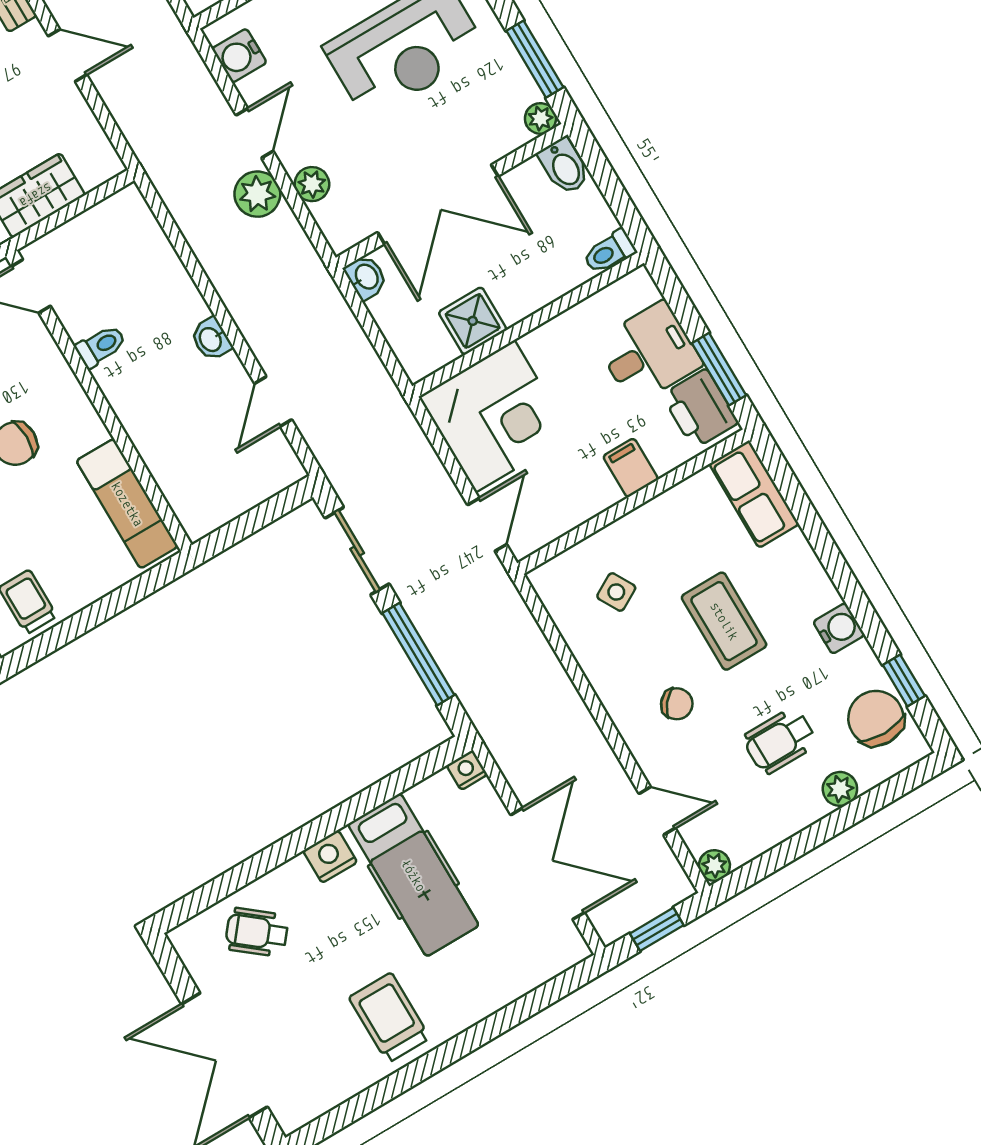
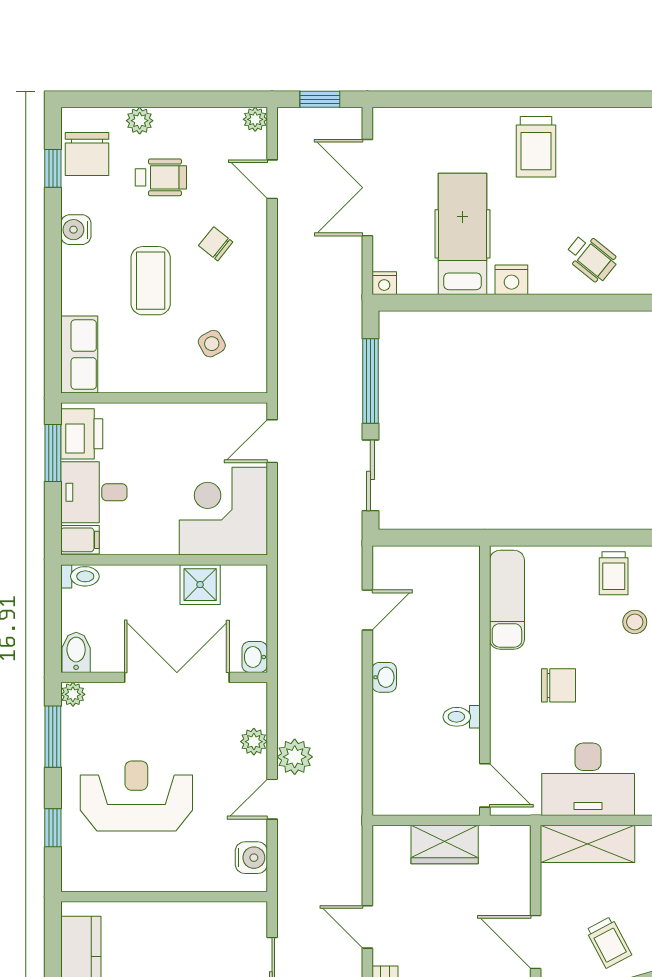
filing cabinet: (631, 468) -> (80, 540), moved, turned -90

